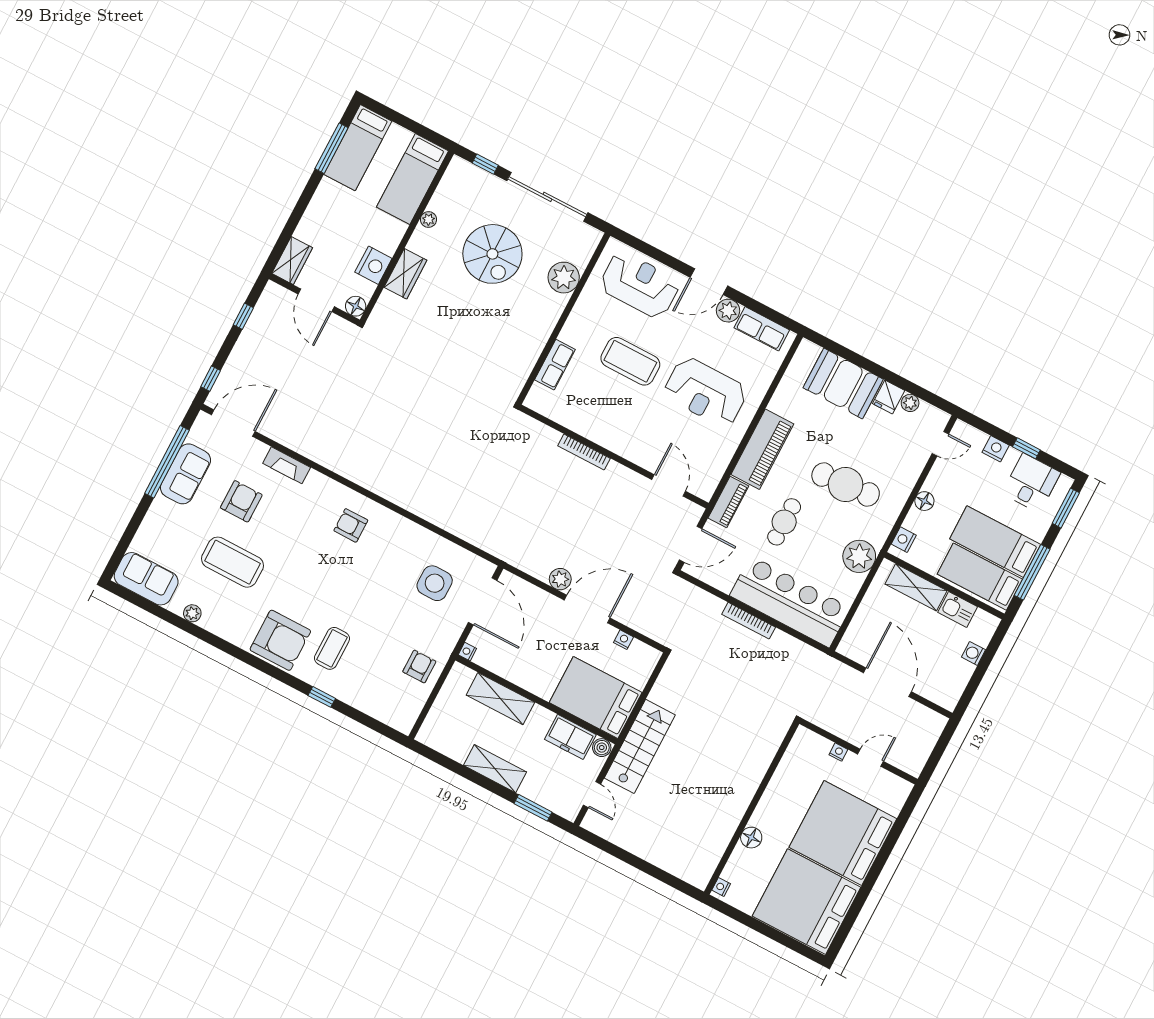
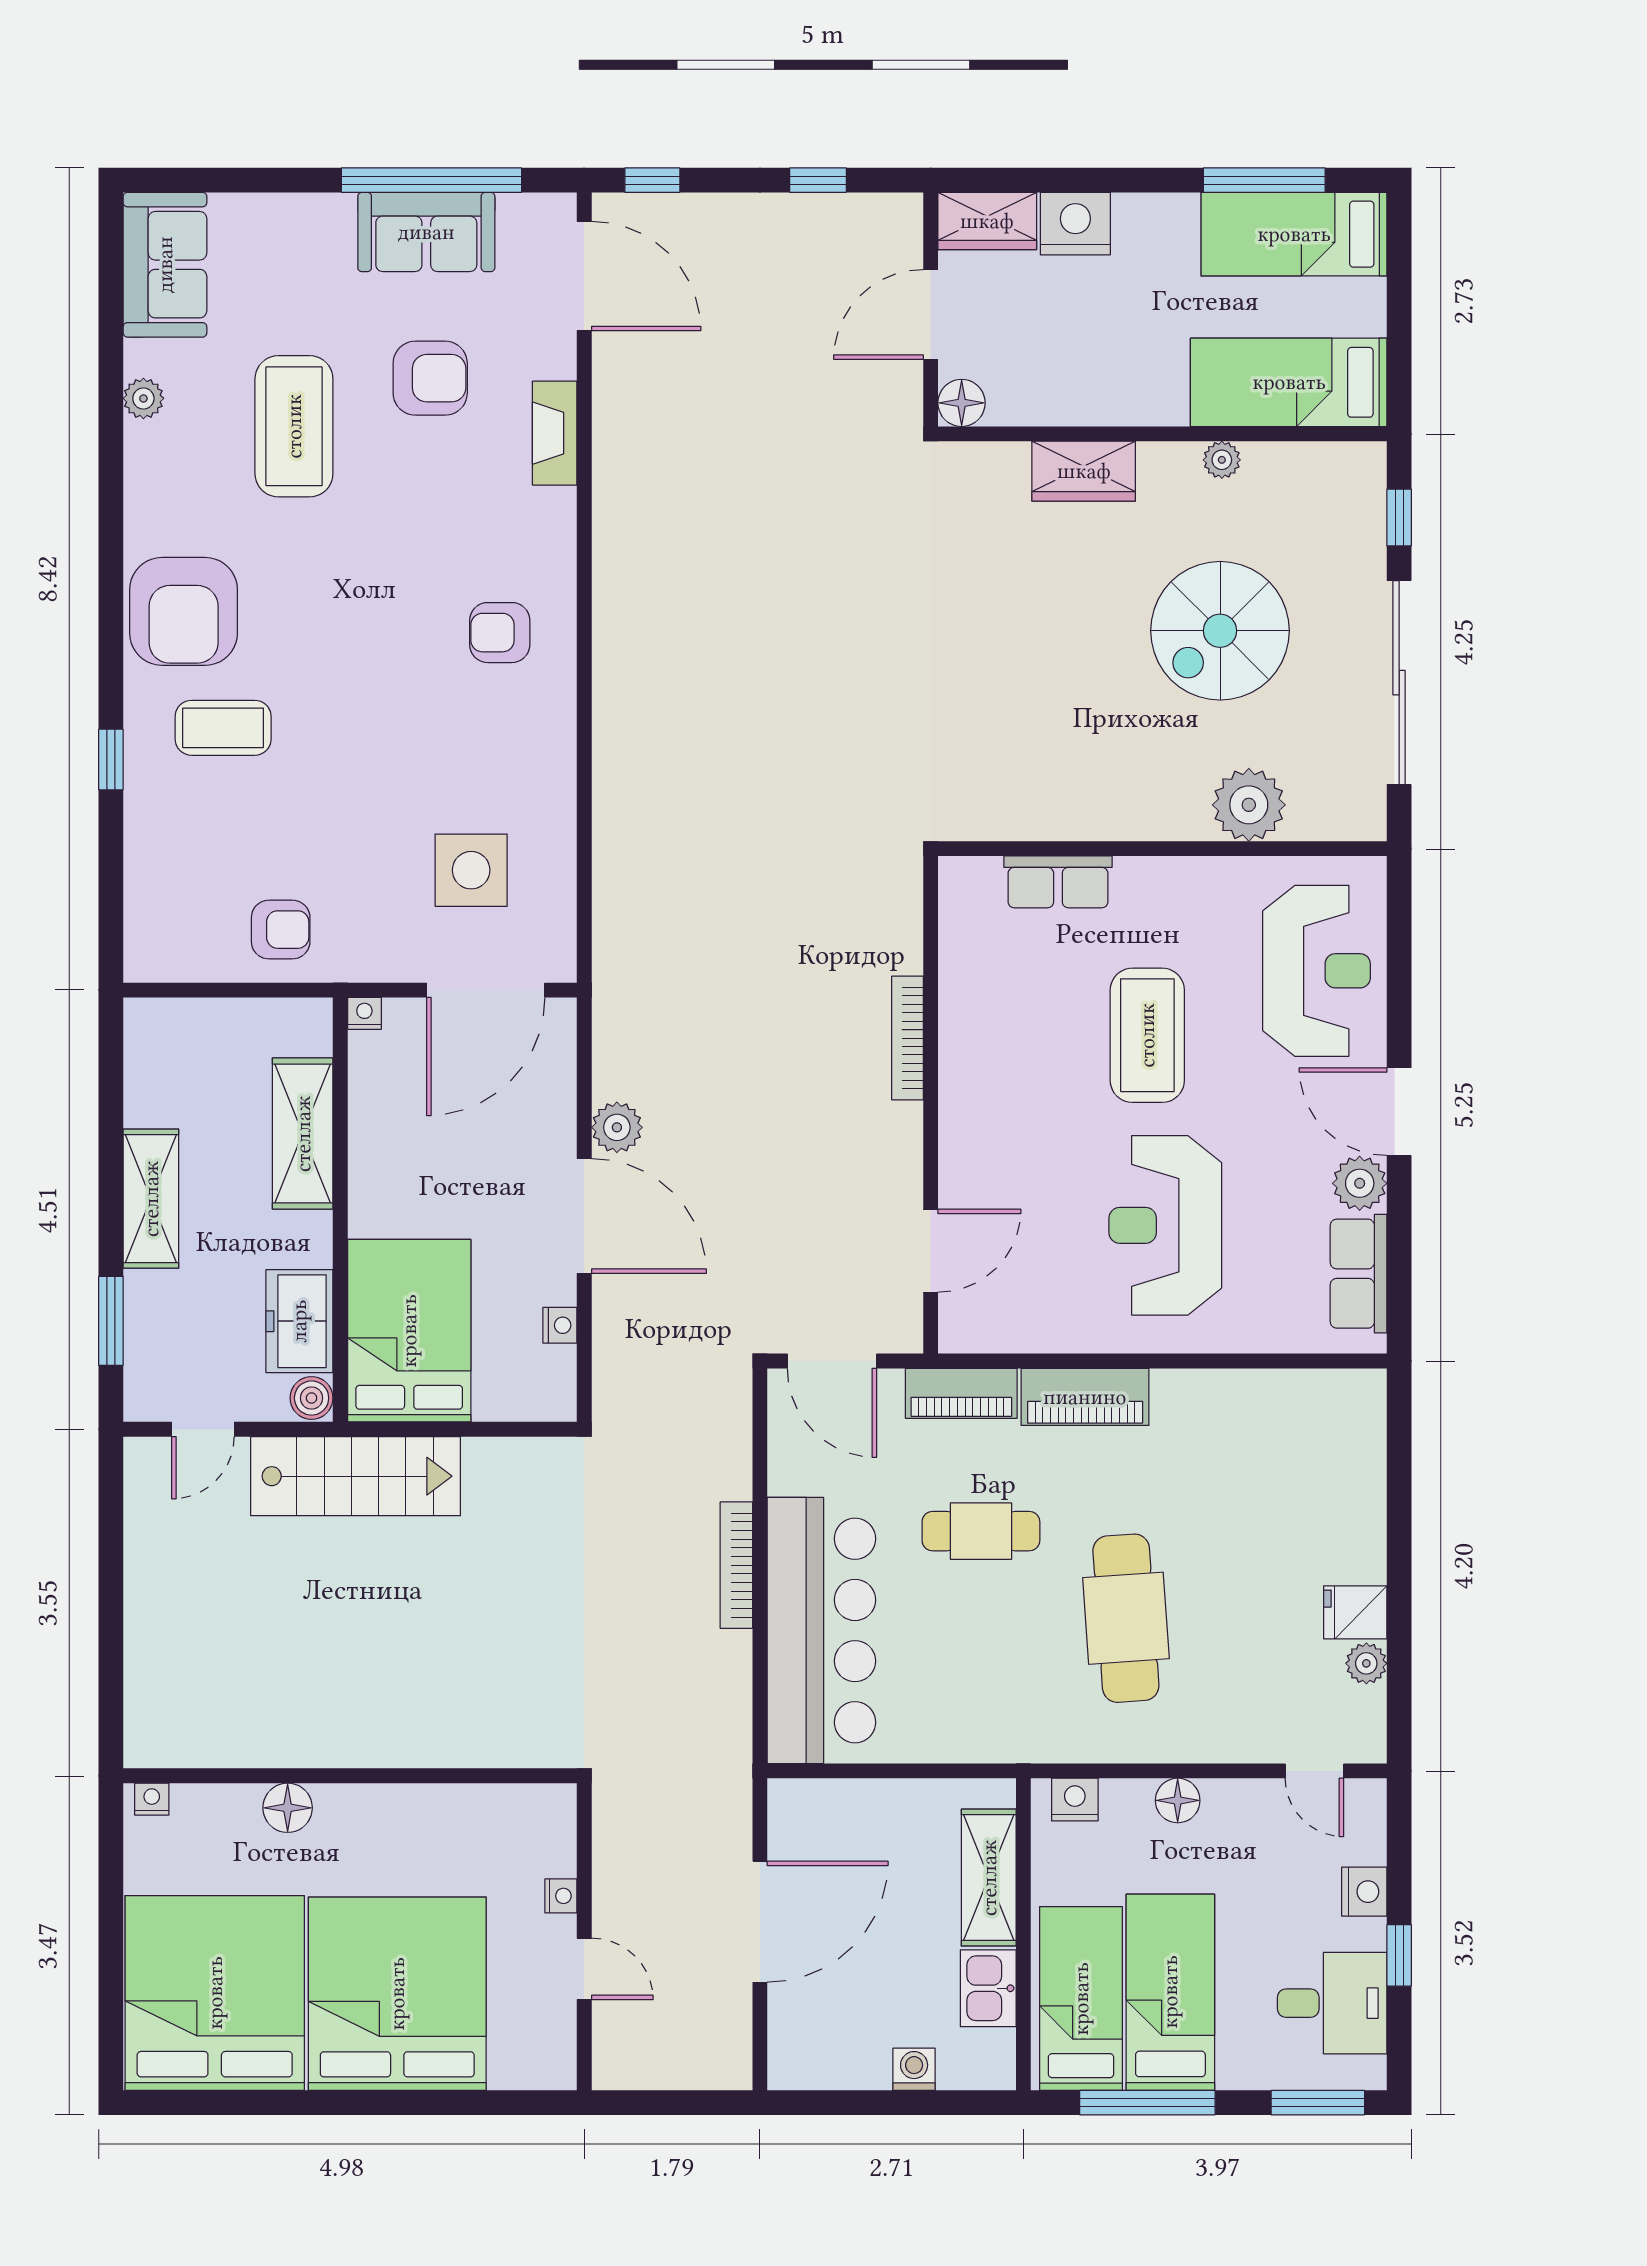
nightstand: (373, 265) -> (1075, 224), moved, turned 180
booth: (843, 383) -> (1334, 1503), removed
piano: (762, 449) -> (1085, 1397), width x0.73, depth x0.75
armchair: (351, 525) -> (500, 633), turned -90
plant: (859, 556) -> (991, 1725), removed

